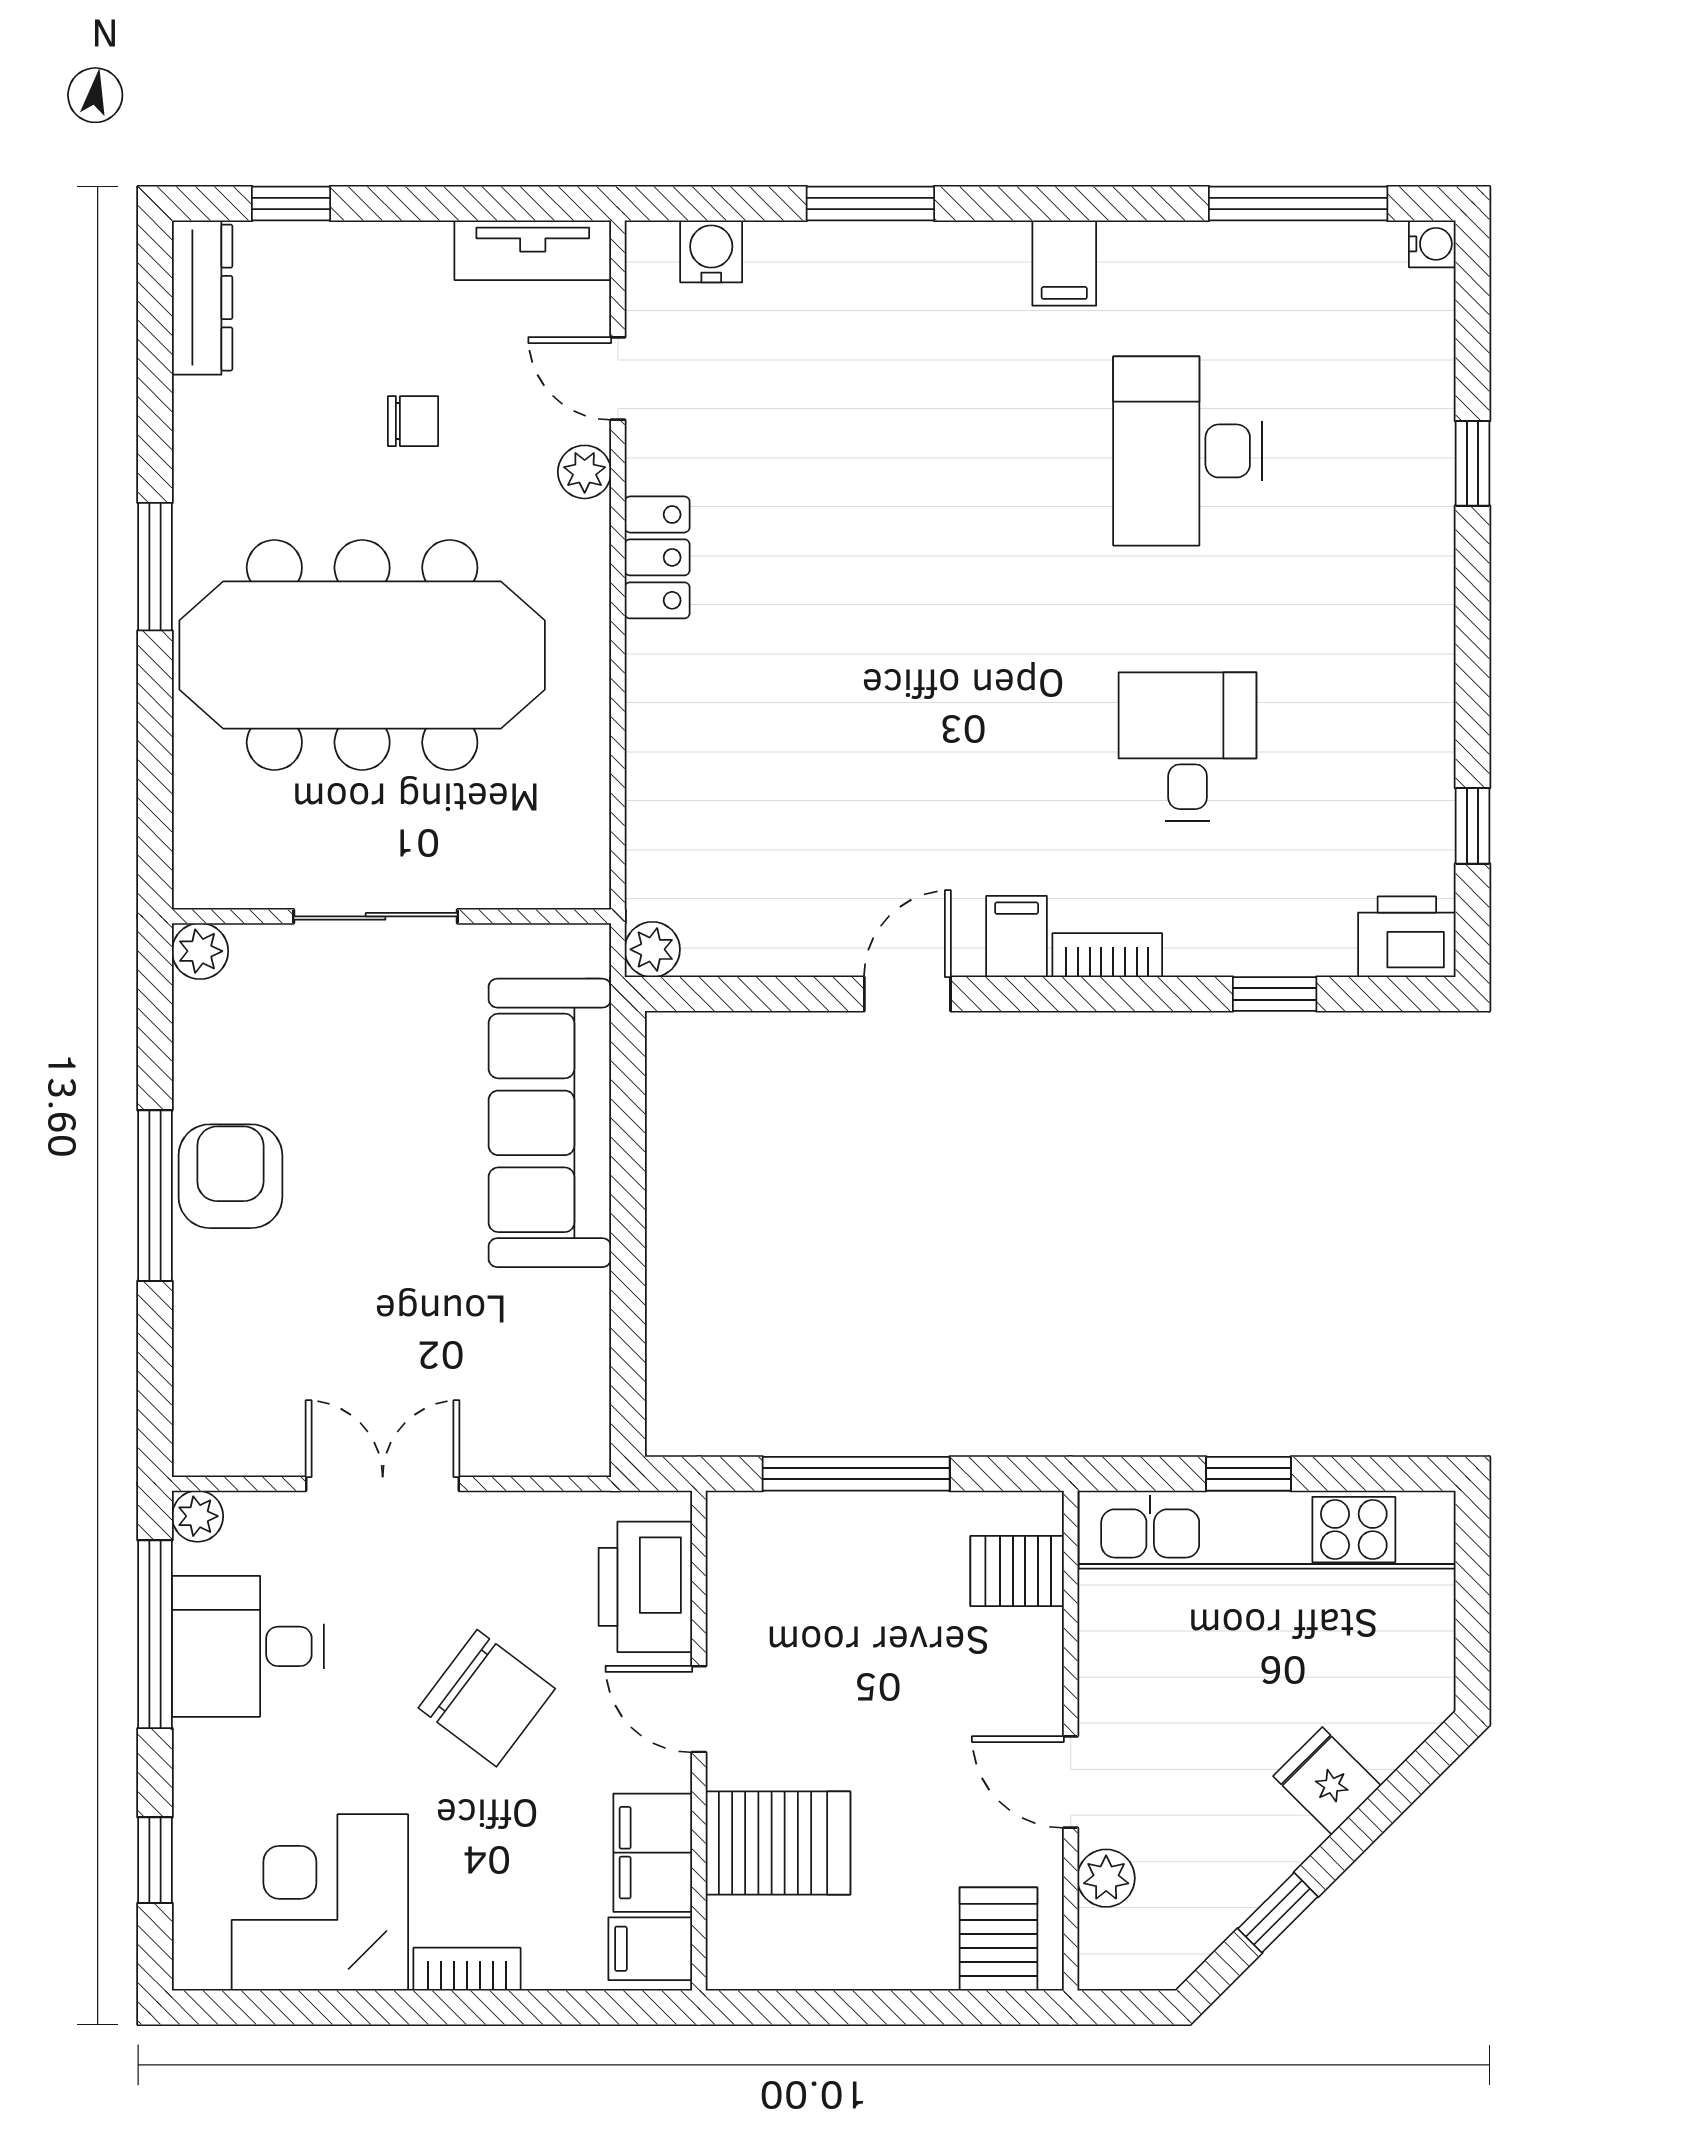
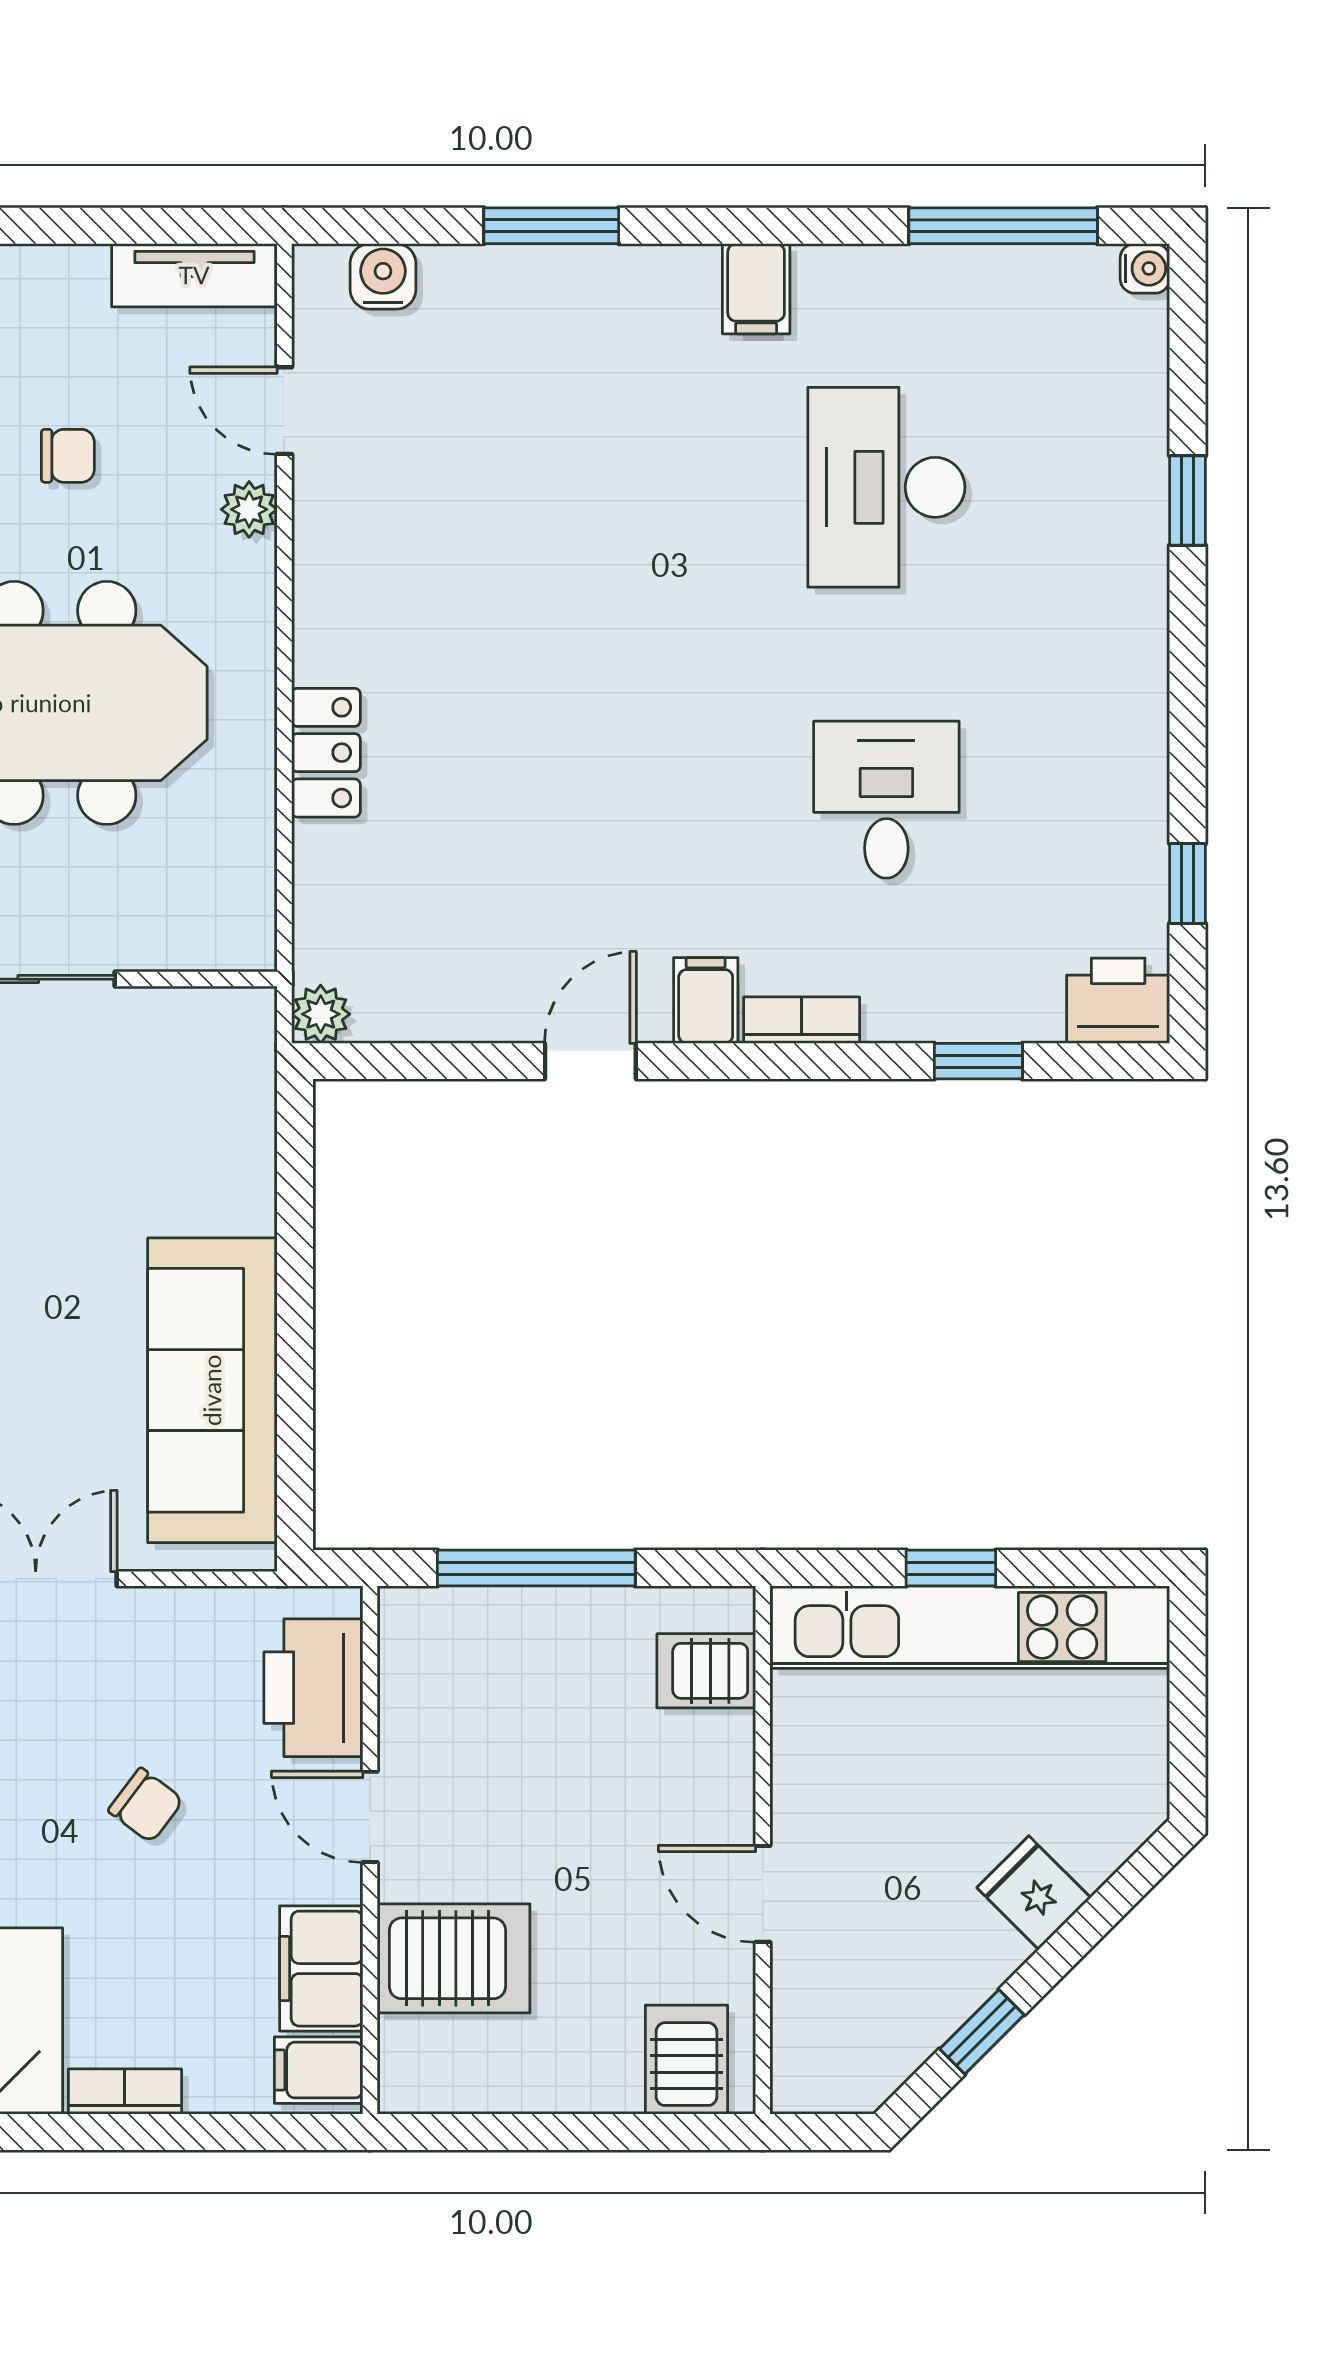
locker: (657, 557) -> (326, 753), moved
sofa: (550, 1123) -> (212, 1390), moved
chair: (487, 1698) -> (146, 1805), width x0.54, depth x0.54
plant: (1106, 1878) -> (800, 1995), removed

